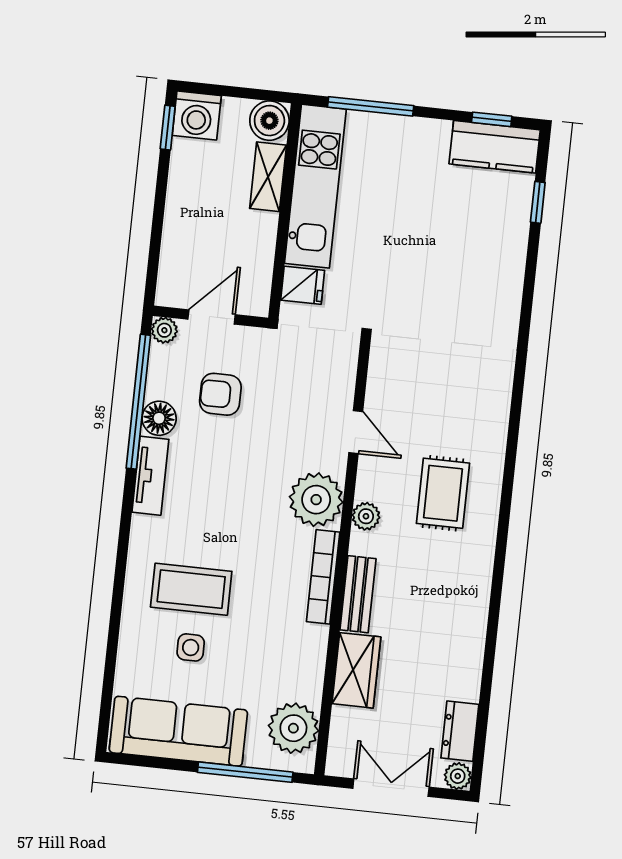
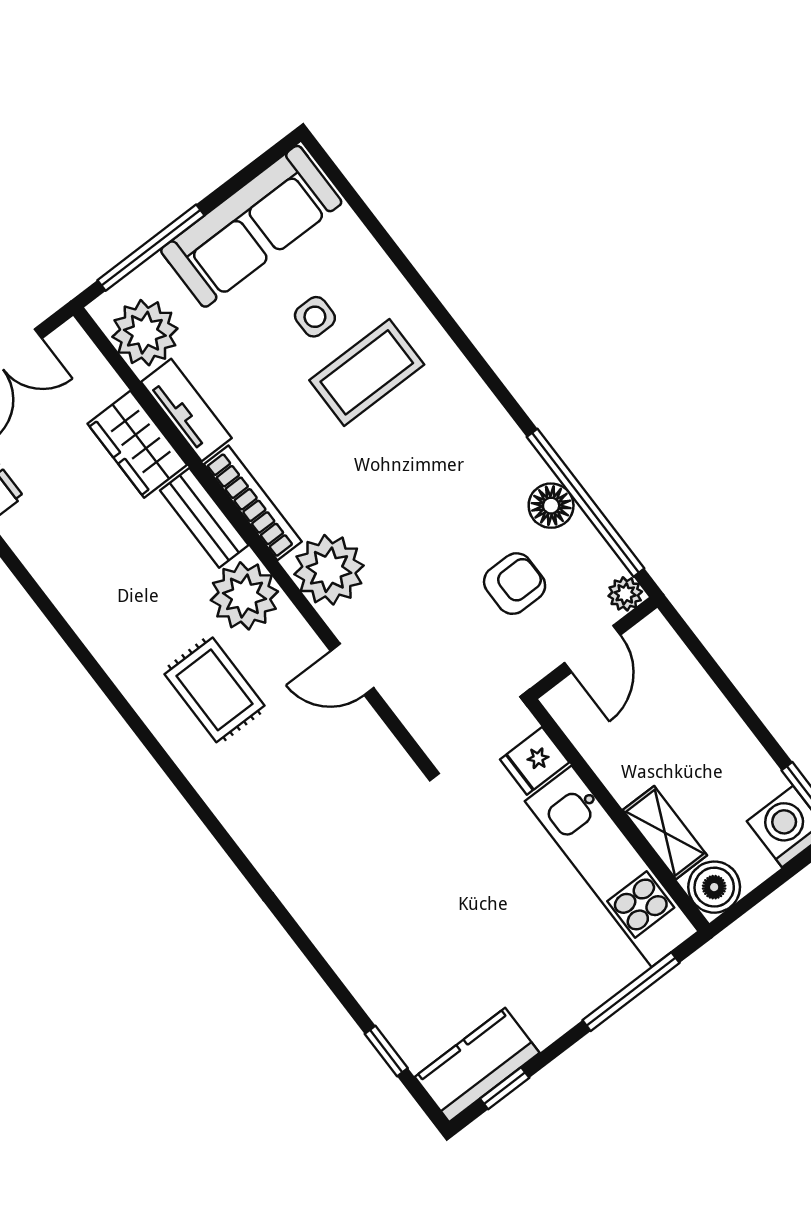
tv unit: (150, 476) -> (186, 410), moved, turned 180
plant: (366, 516) -> (244, 596), width x1.88, depth x1.88

